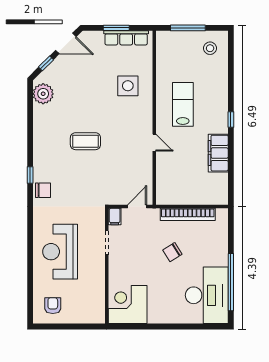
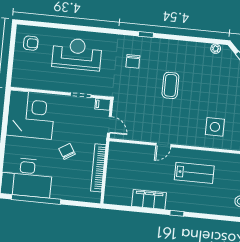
plant: (43, 94) -> (216, 49), width x0.53, depth x0.53
chair: (43, 190) -> (133, 61), moved
corner desk: (128, 304) -> (31, 115), width x1.36, depth x1.36

